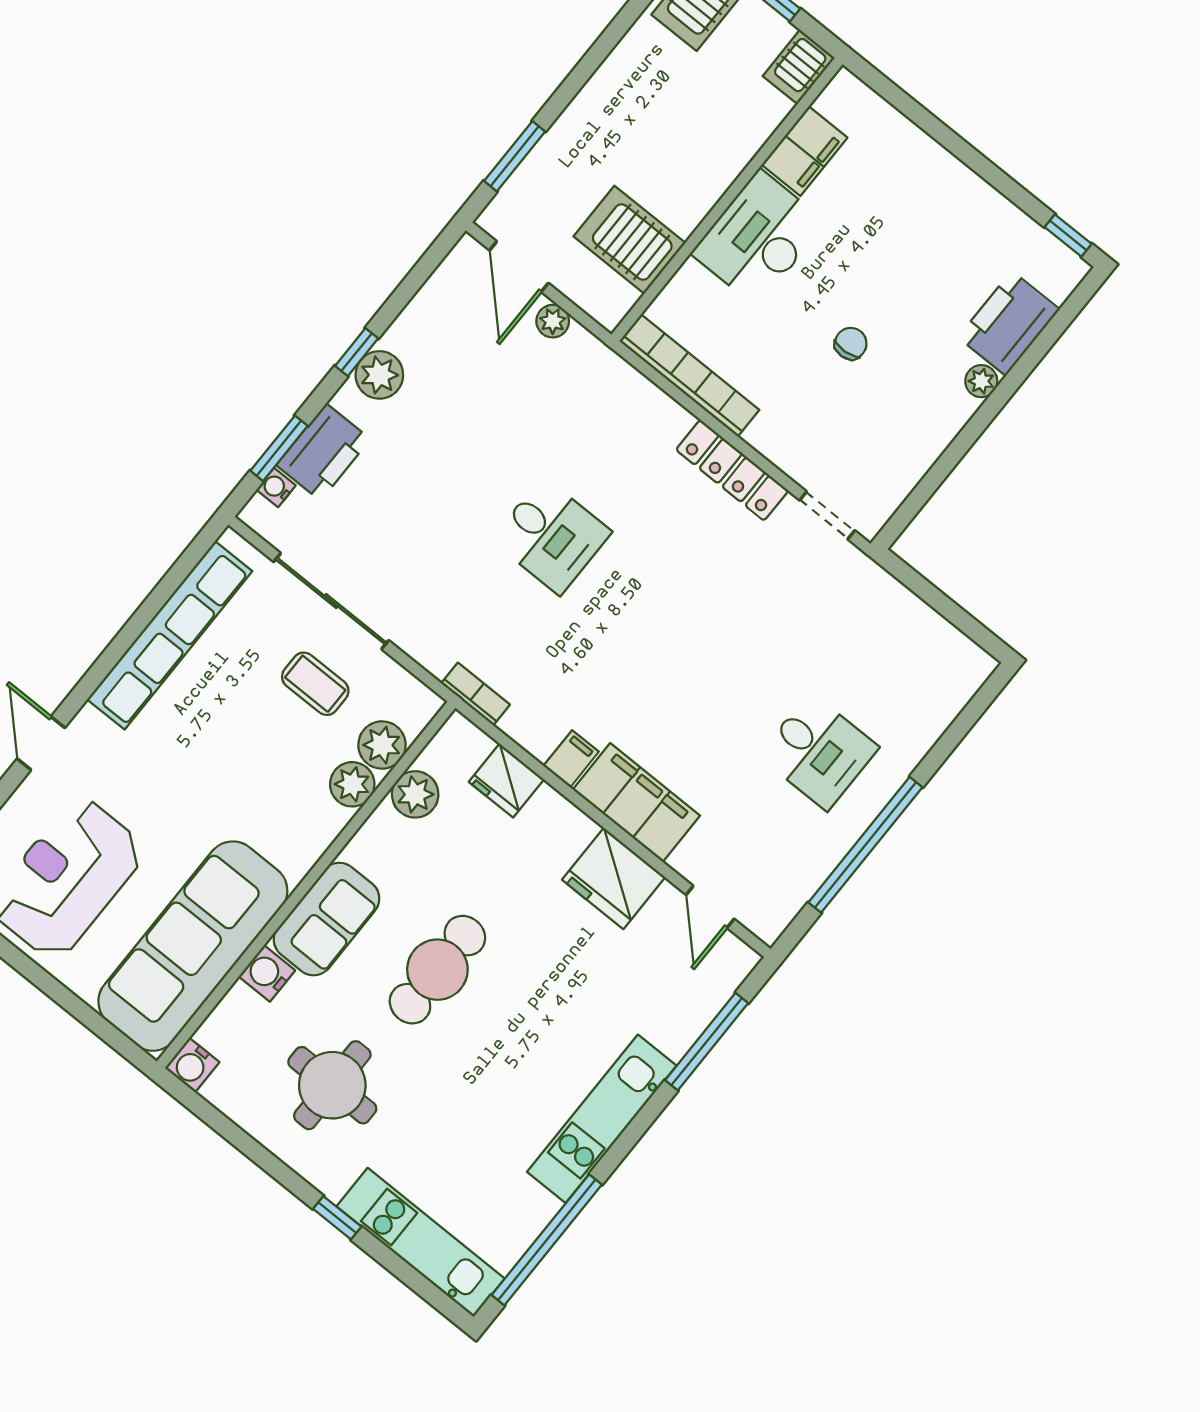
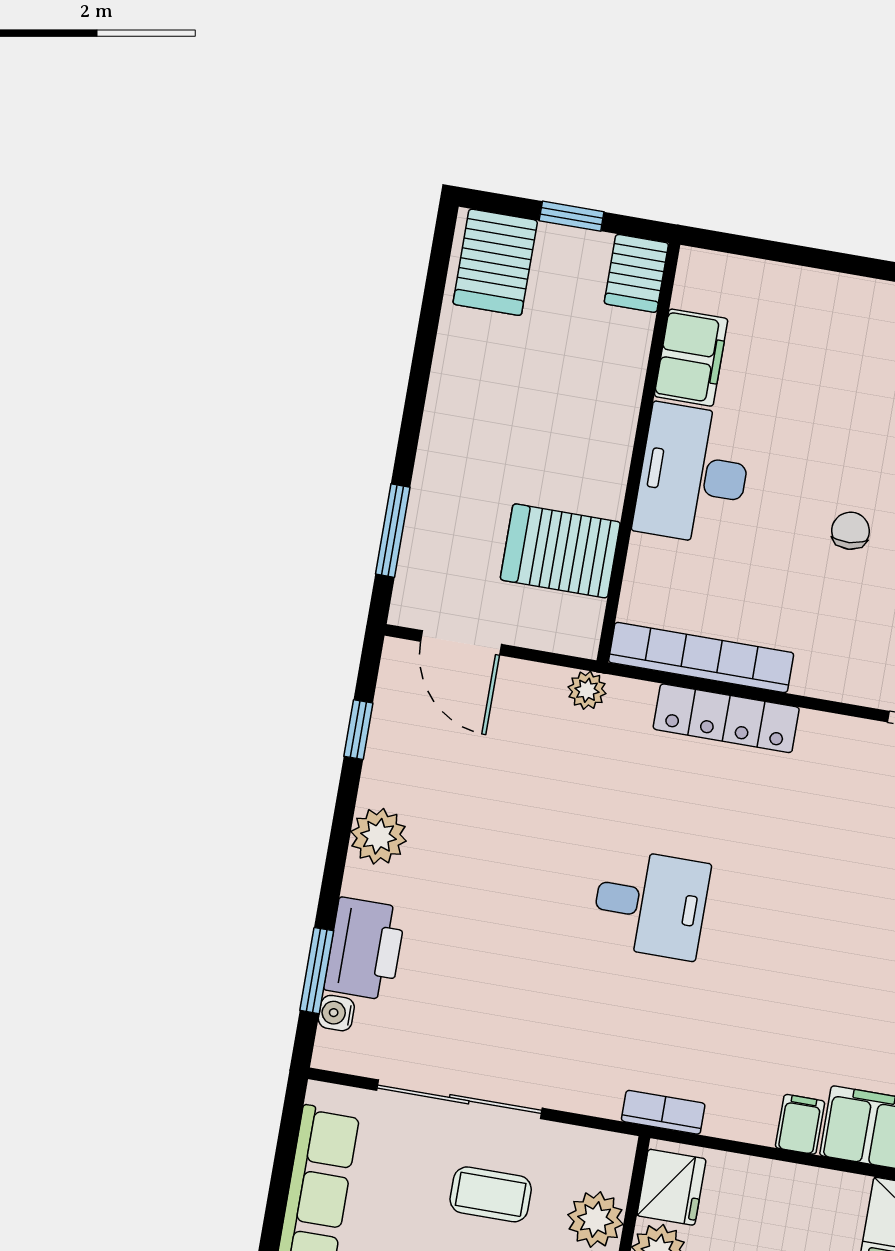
plant: (553, 321) -> (587, 690), moved
window: (357, 352) -> (358, 730), moved
locker: (732, 470) -> (726, 718), moved
fridge: (506, 781) -> (671, 1187), moved, turned -90

